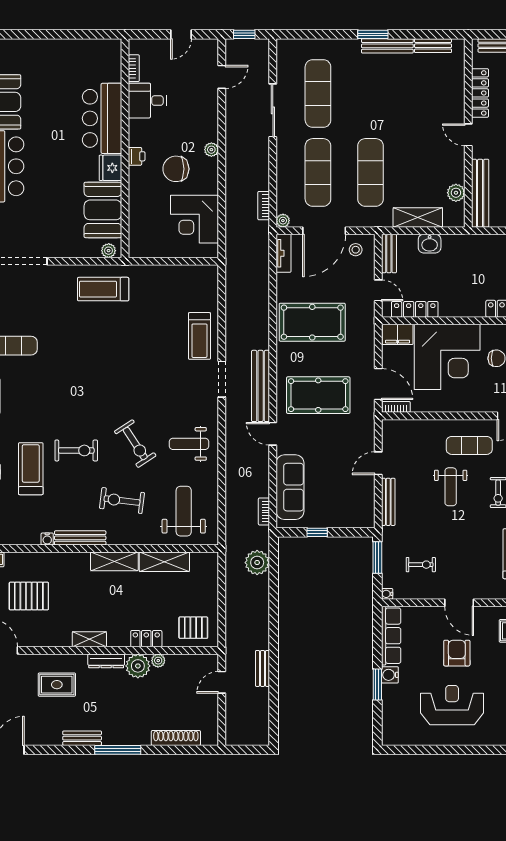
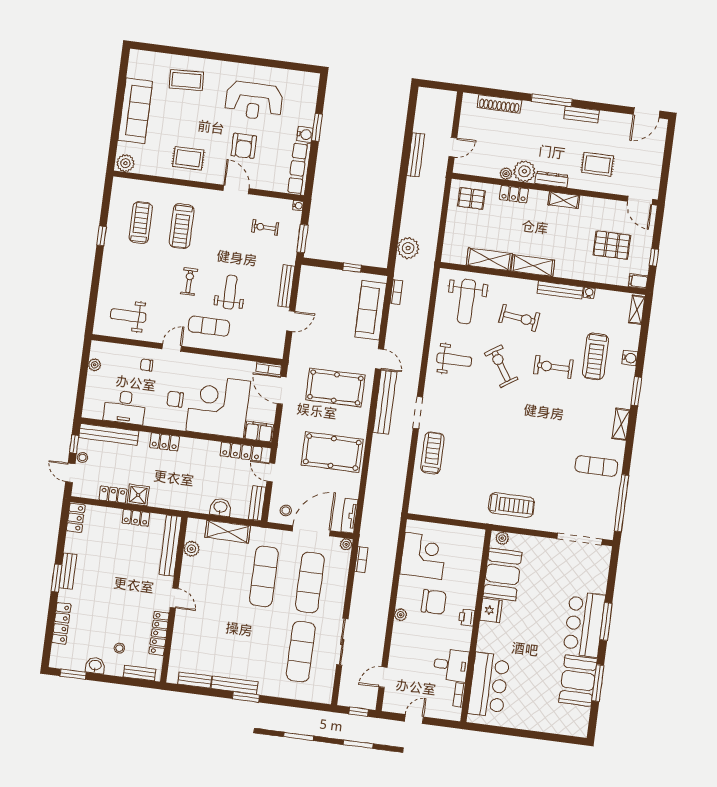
bar counter: (102, 118) -> (489, 685), moved
bench: (262, 668) -> (416, 155), width x1.36

